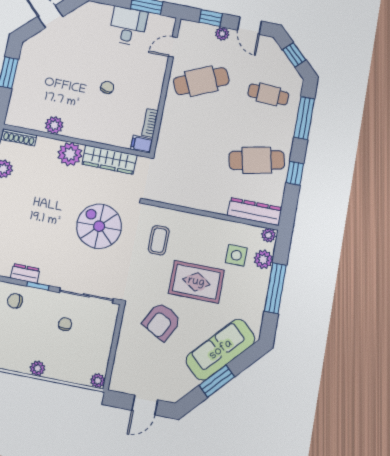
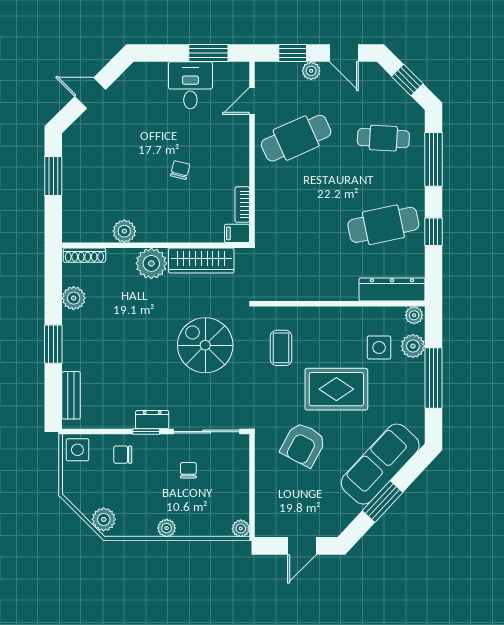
dresser: (25, 273) -> (152, 420), moved

